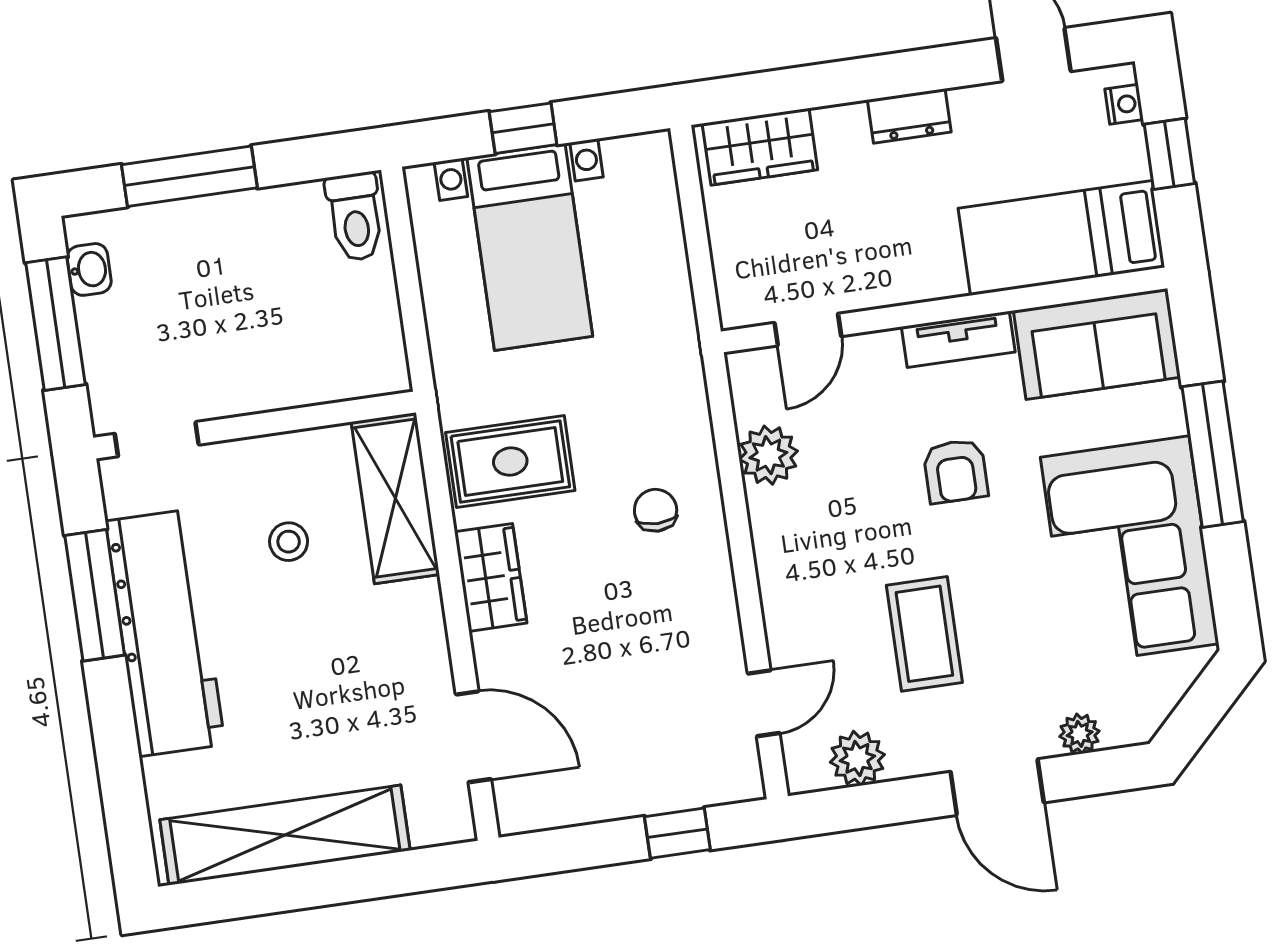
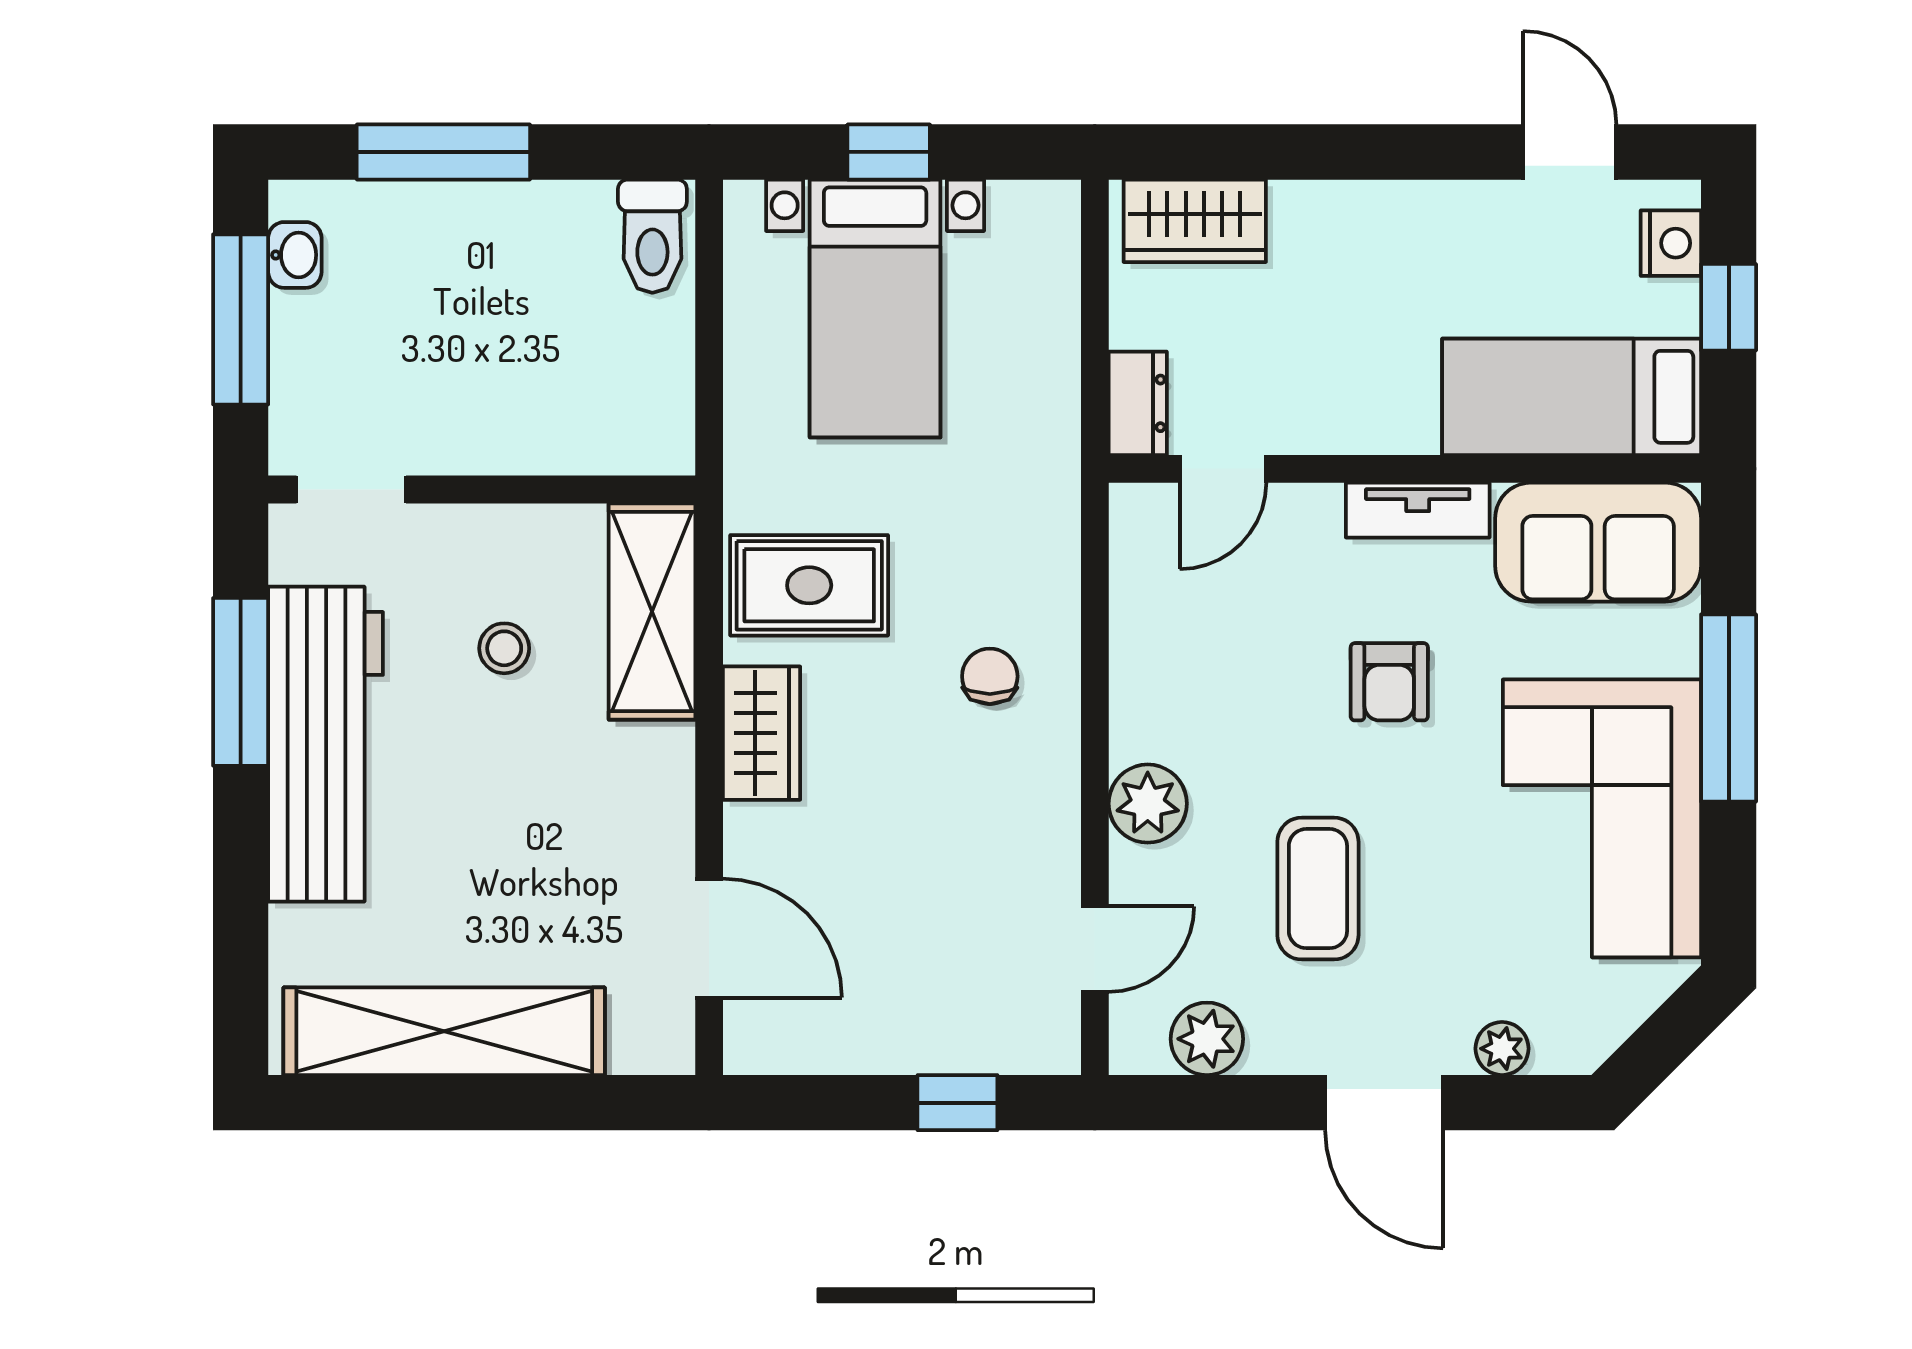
nightstand: (1124, 104) -> (1671, 243), width x1.39, depth x1.35
dresser: (909, 116) -> (1138, 403), moved, turned -90
plant: (768, 455) -> (1148, 804), moved

